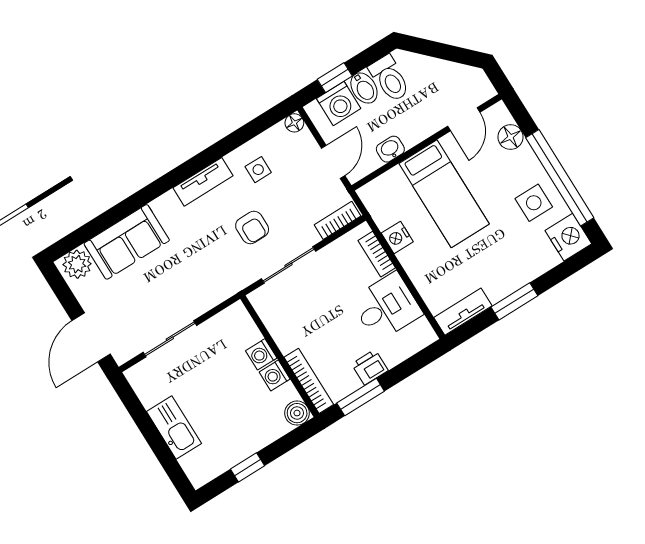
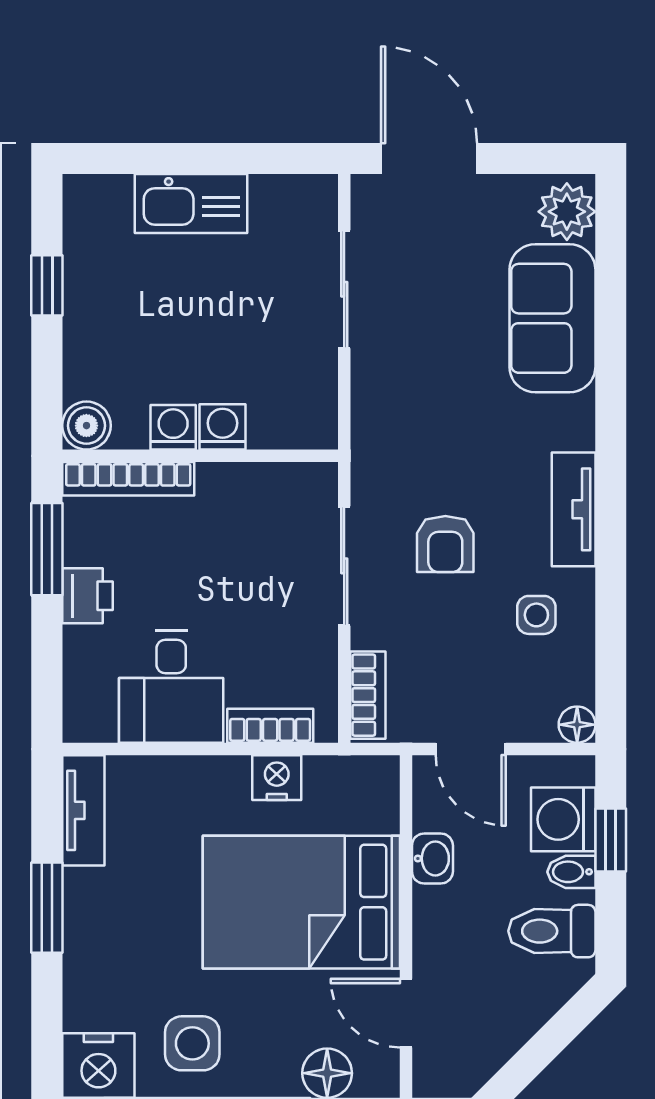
bidet: (364, 88) -> (571, 872), width x0.72, depth x0.74
bed: (444, 194) -> (301, 902), width x1.50
armchair: (252, 228) -> (445, 544), turned -90

